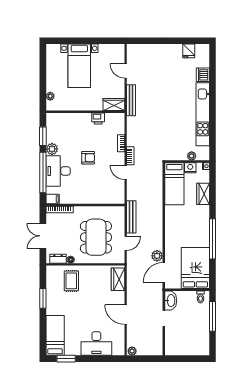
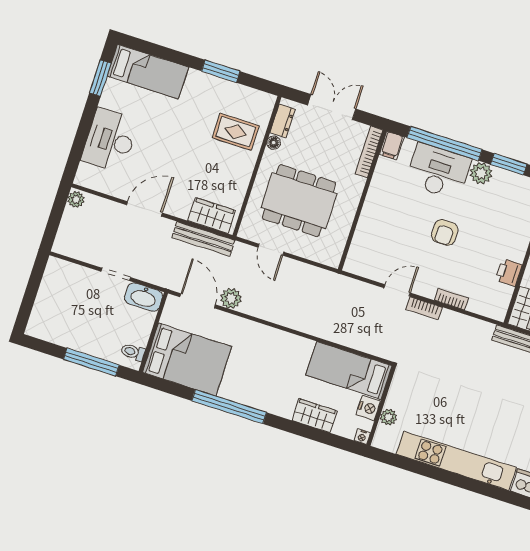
bench: (131, 217) -> (203, 239), moved

